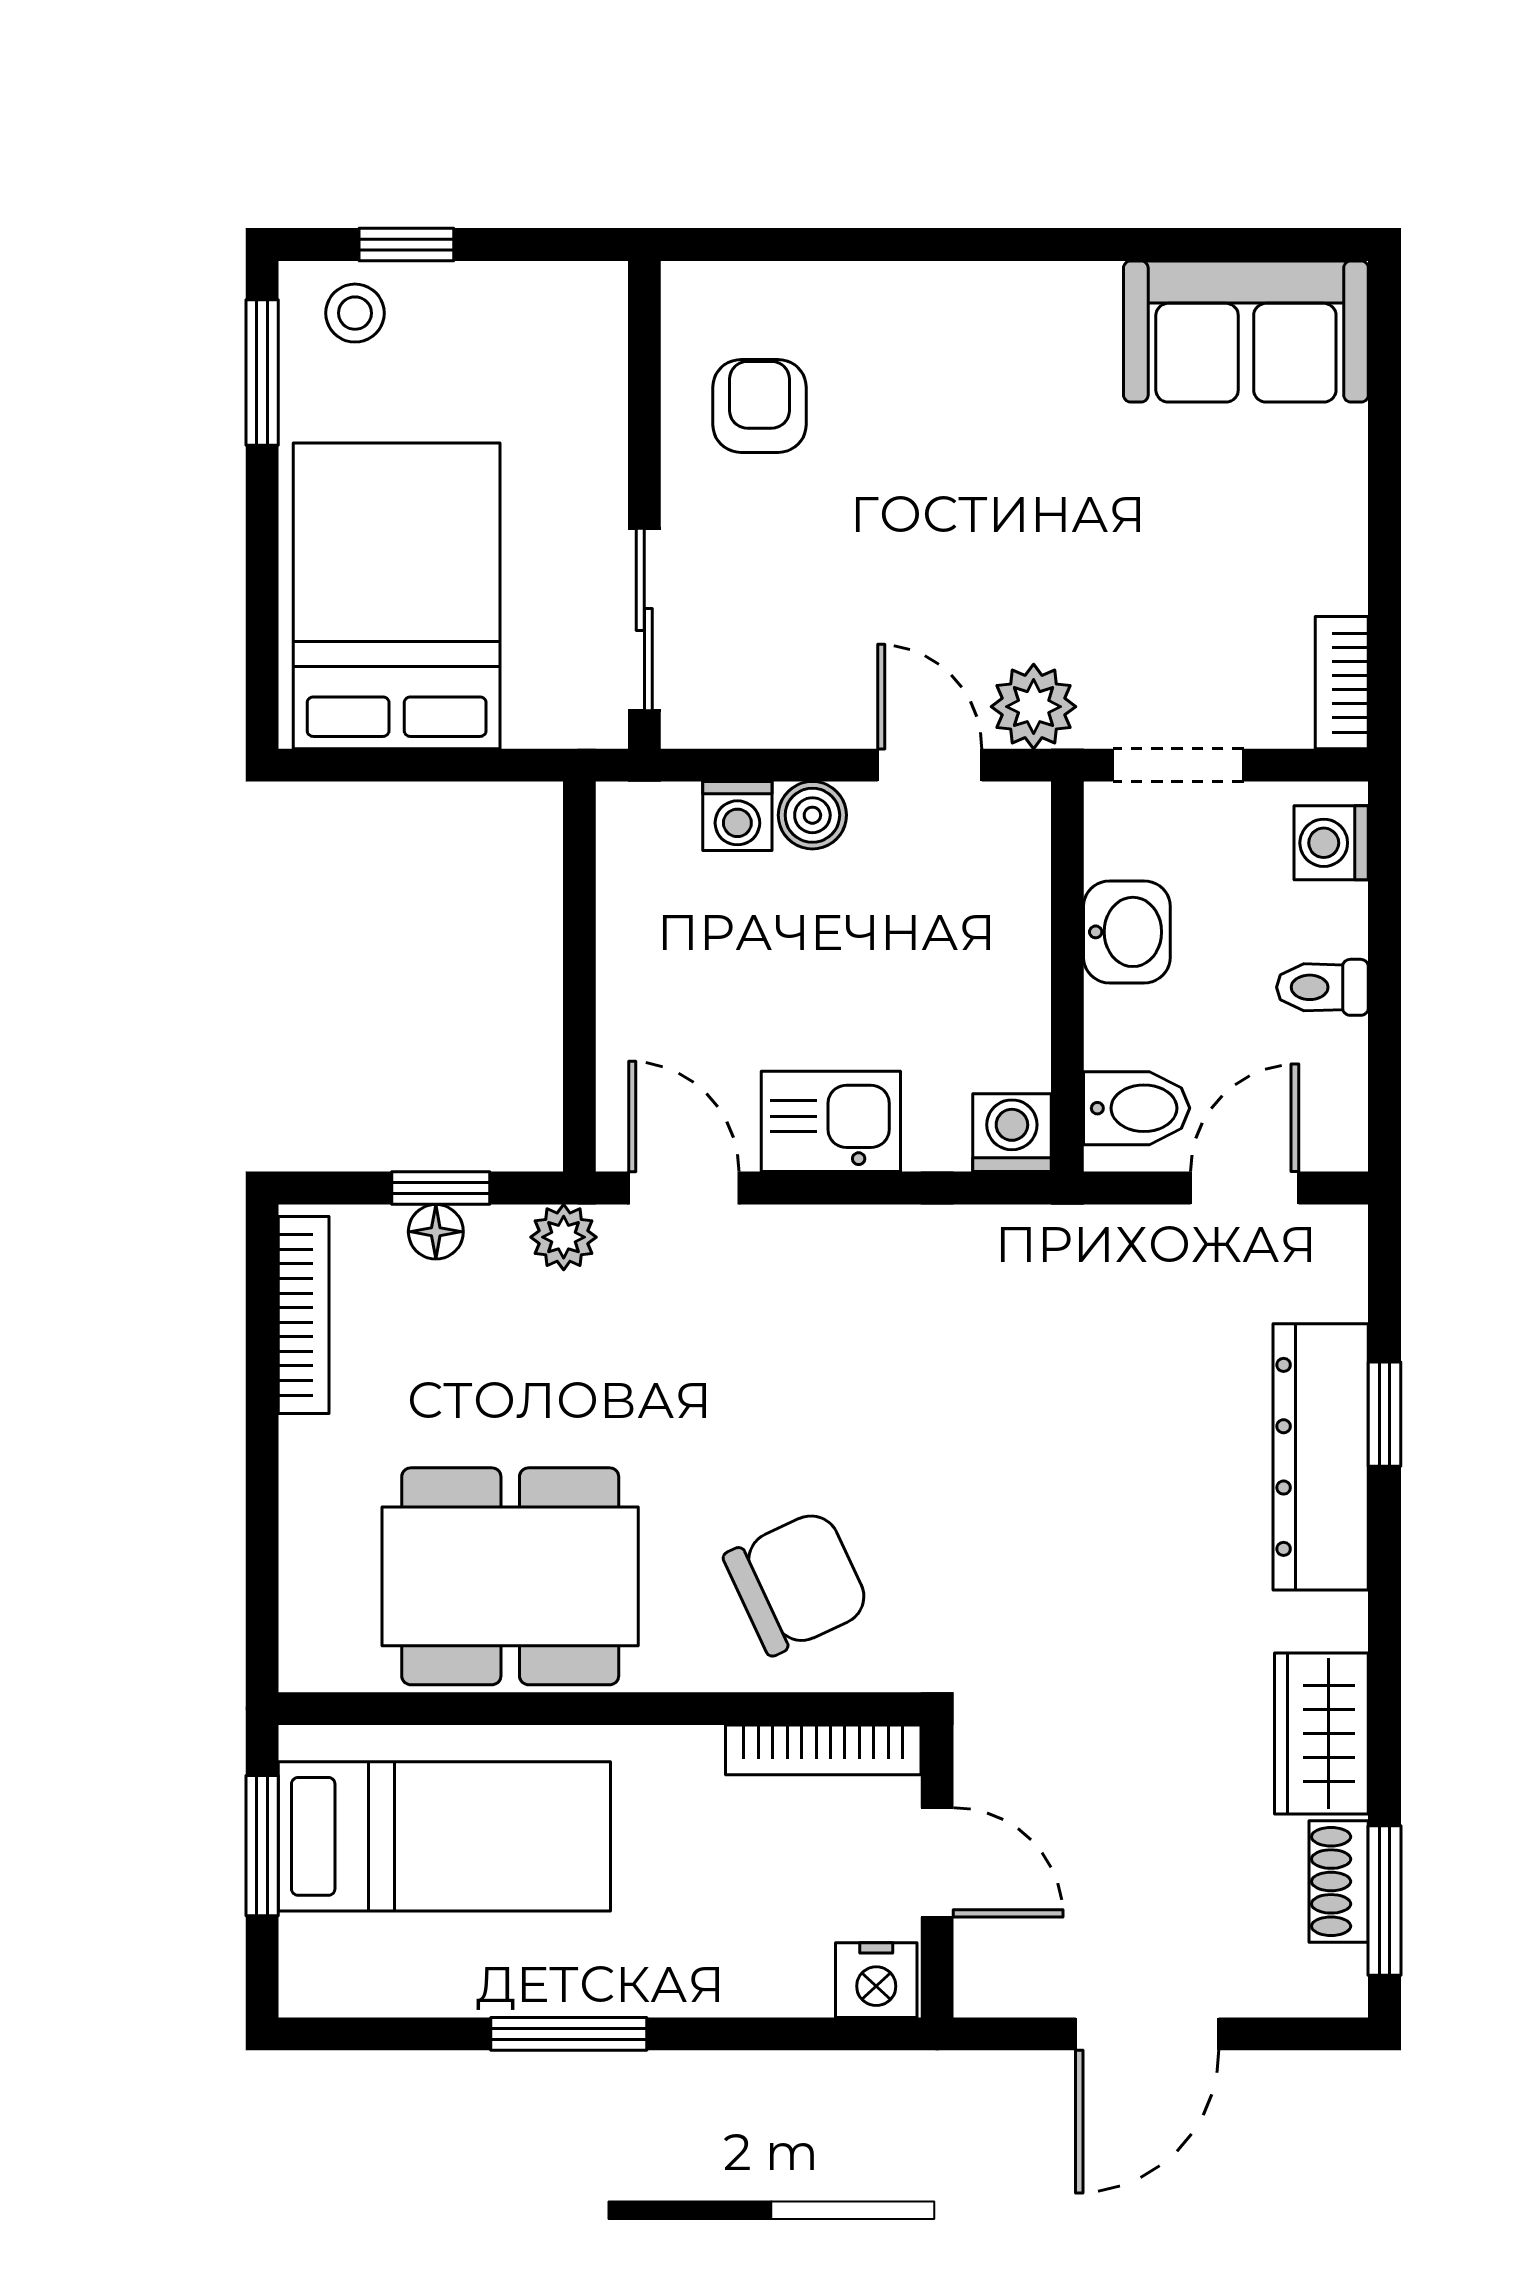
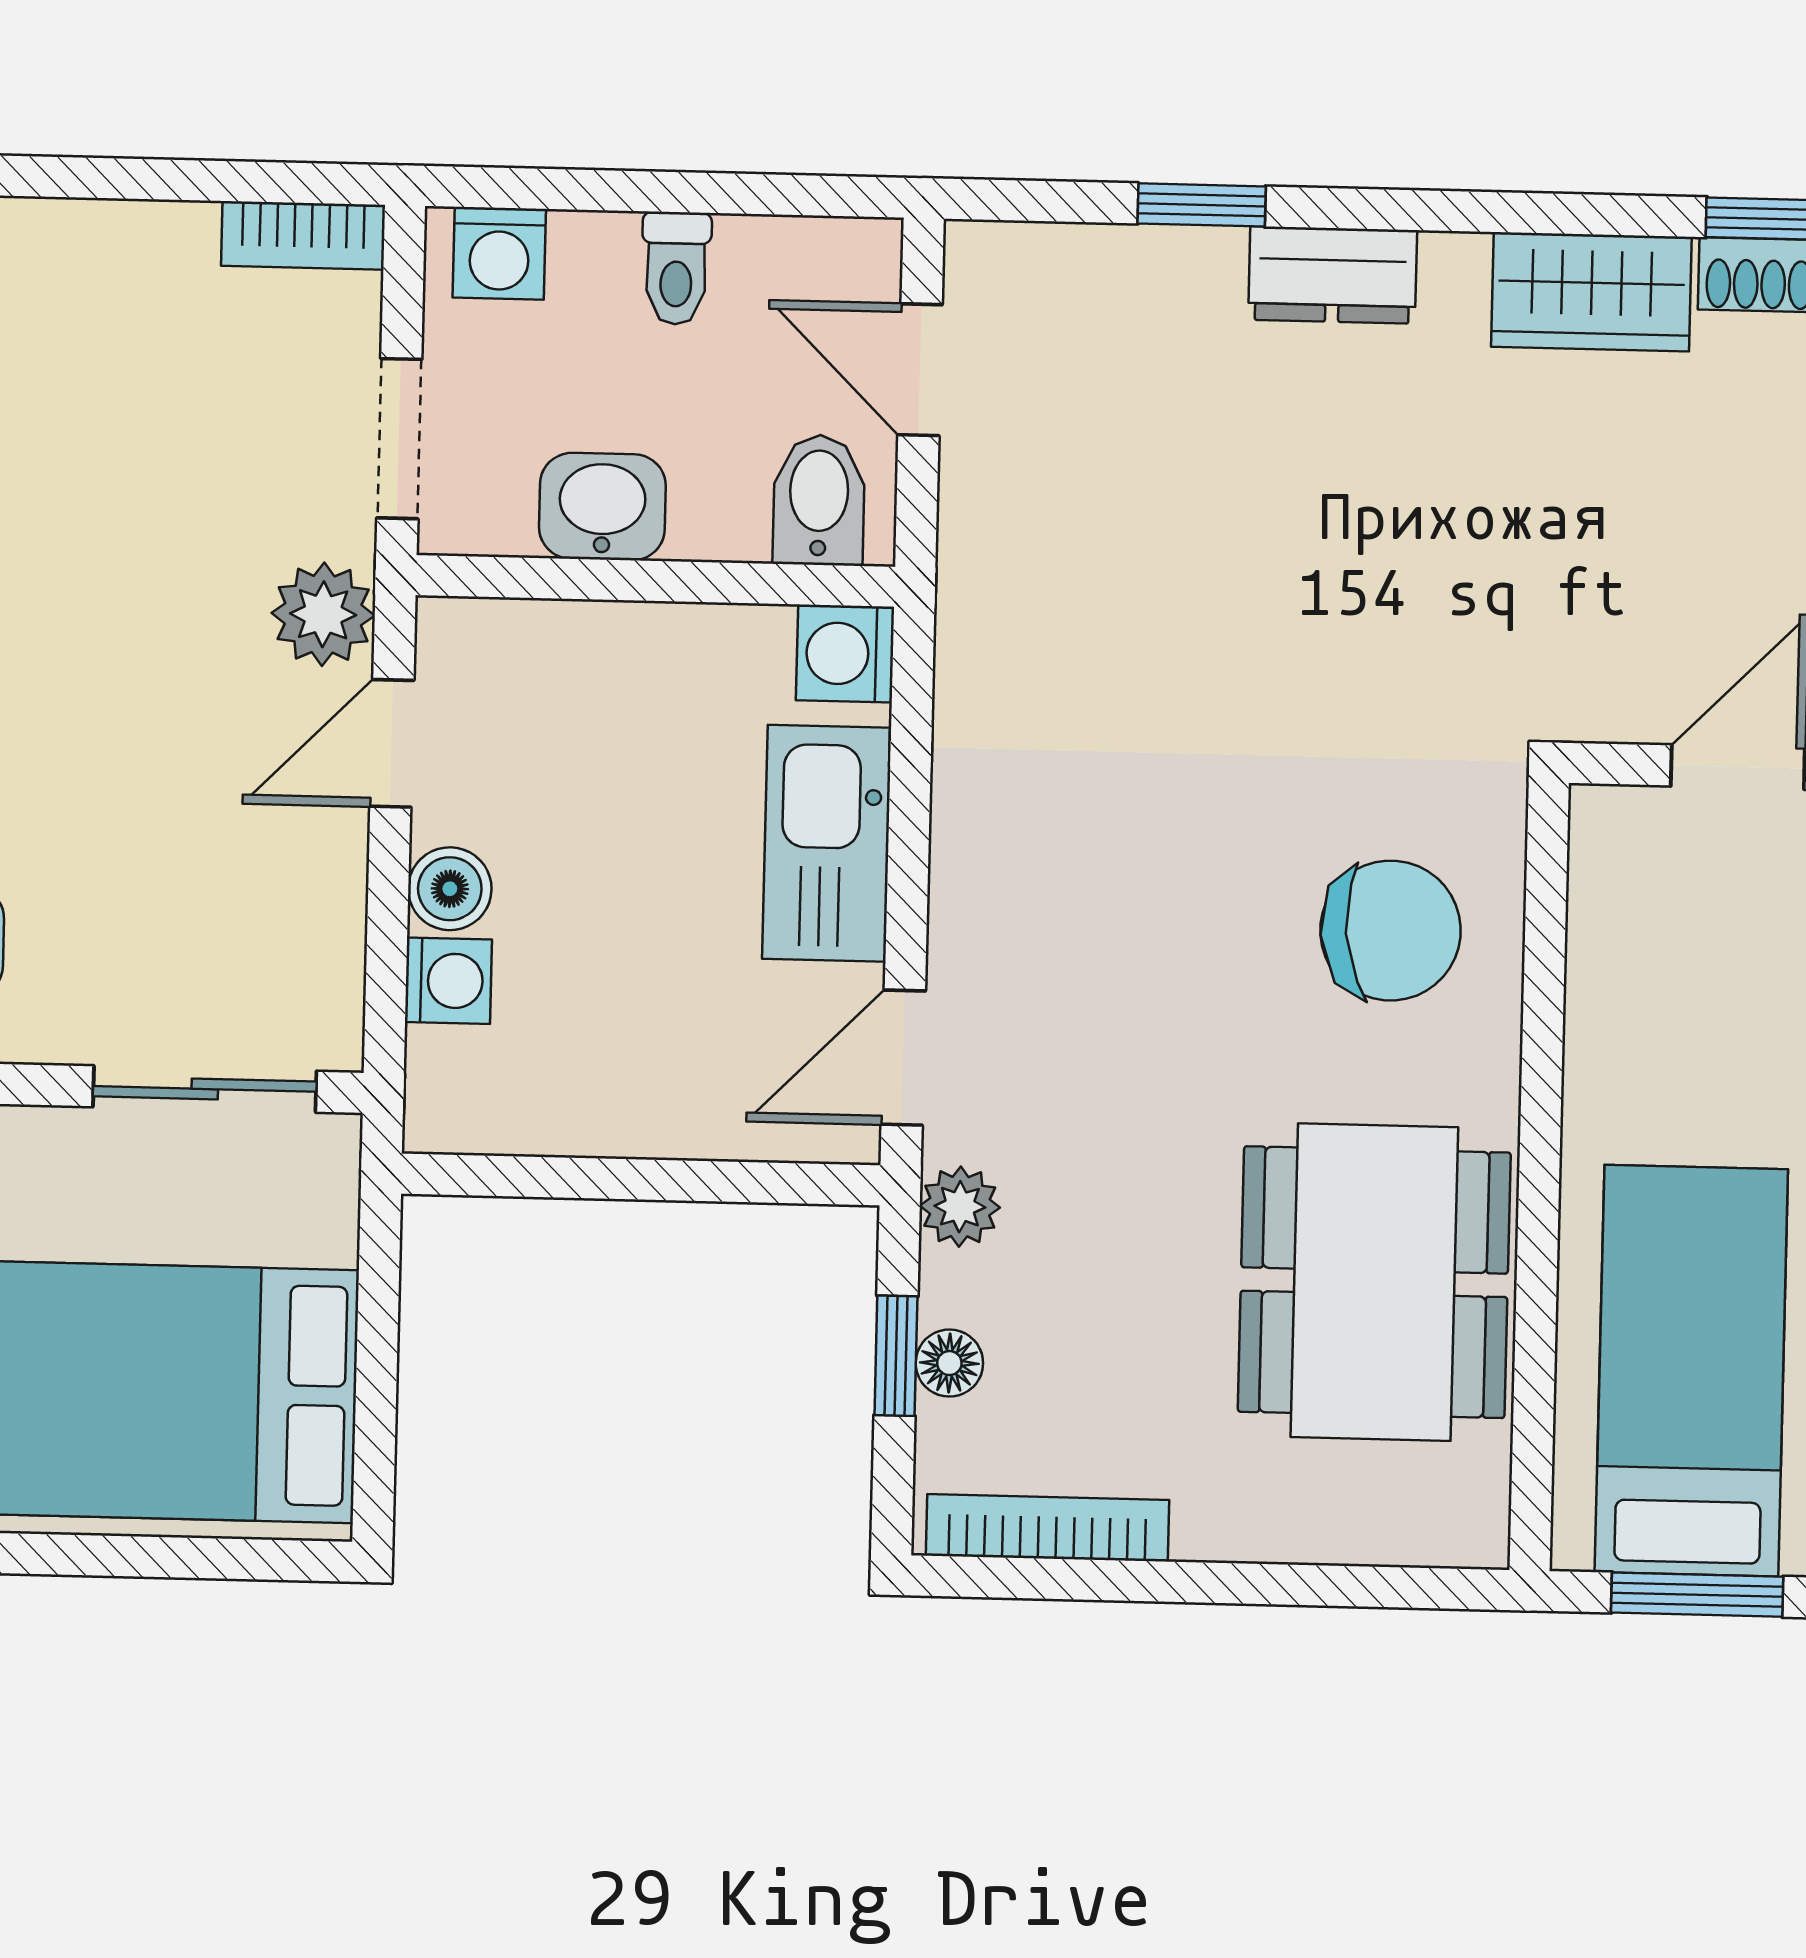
kitchen sink: (831, 1121) -> (827, 843), width x1.38
dresser: (1321, 1457) -> (1333, 275), width x0.51, depth x0.80
chair: (797, 1583) -> (1390, 931), turned 110
bookcase: (823, 1750) -> (1596, 903), removed

